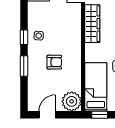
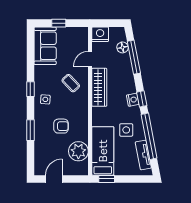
coffee table: (64, 19) -> (71, 83), added
window: (24, 37) -> (30, 89), moved
plant: (72, 101) -> (78, 151), moved

